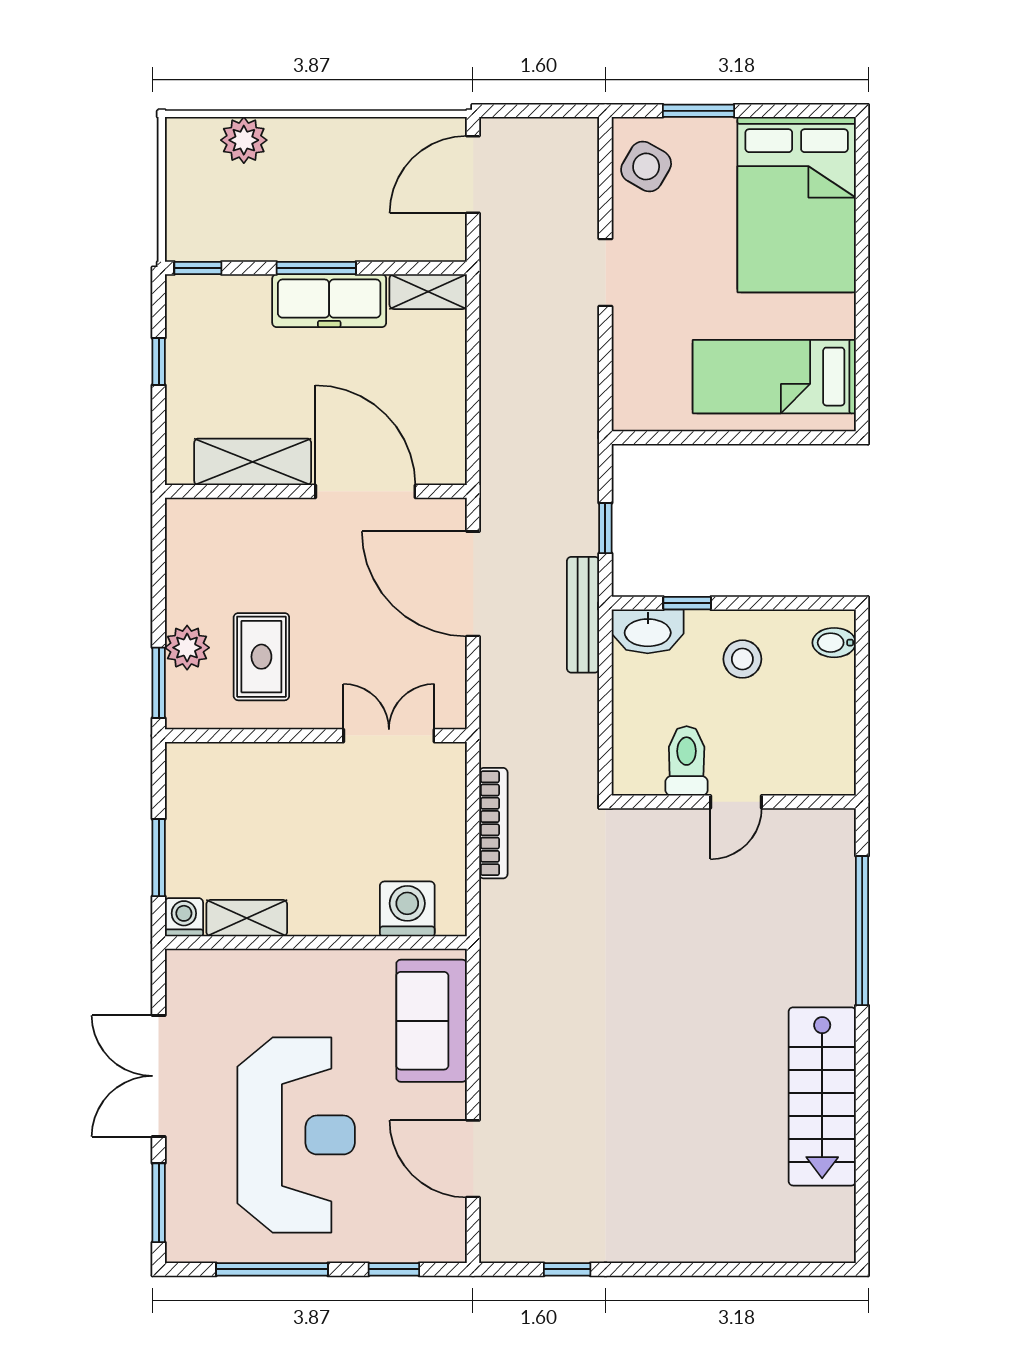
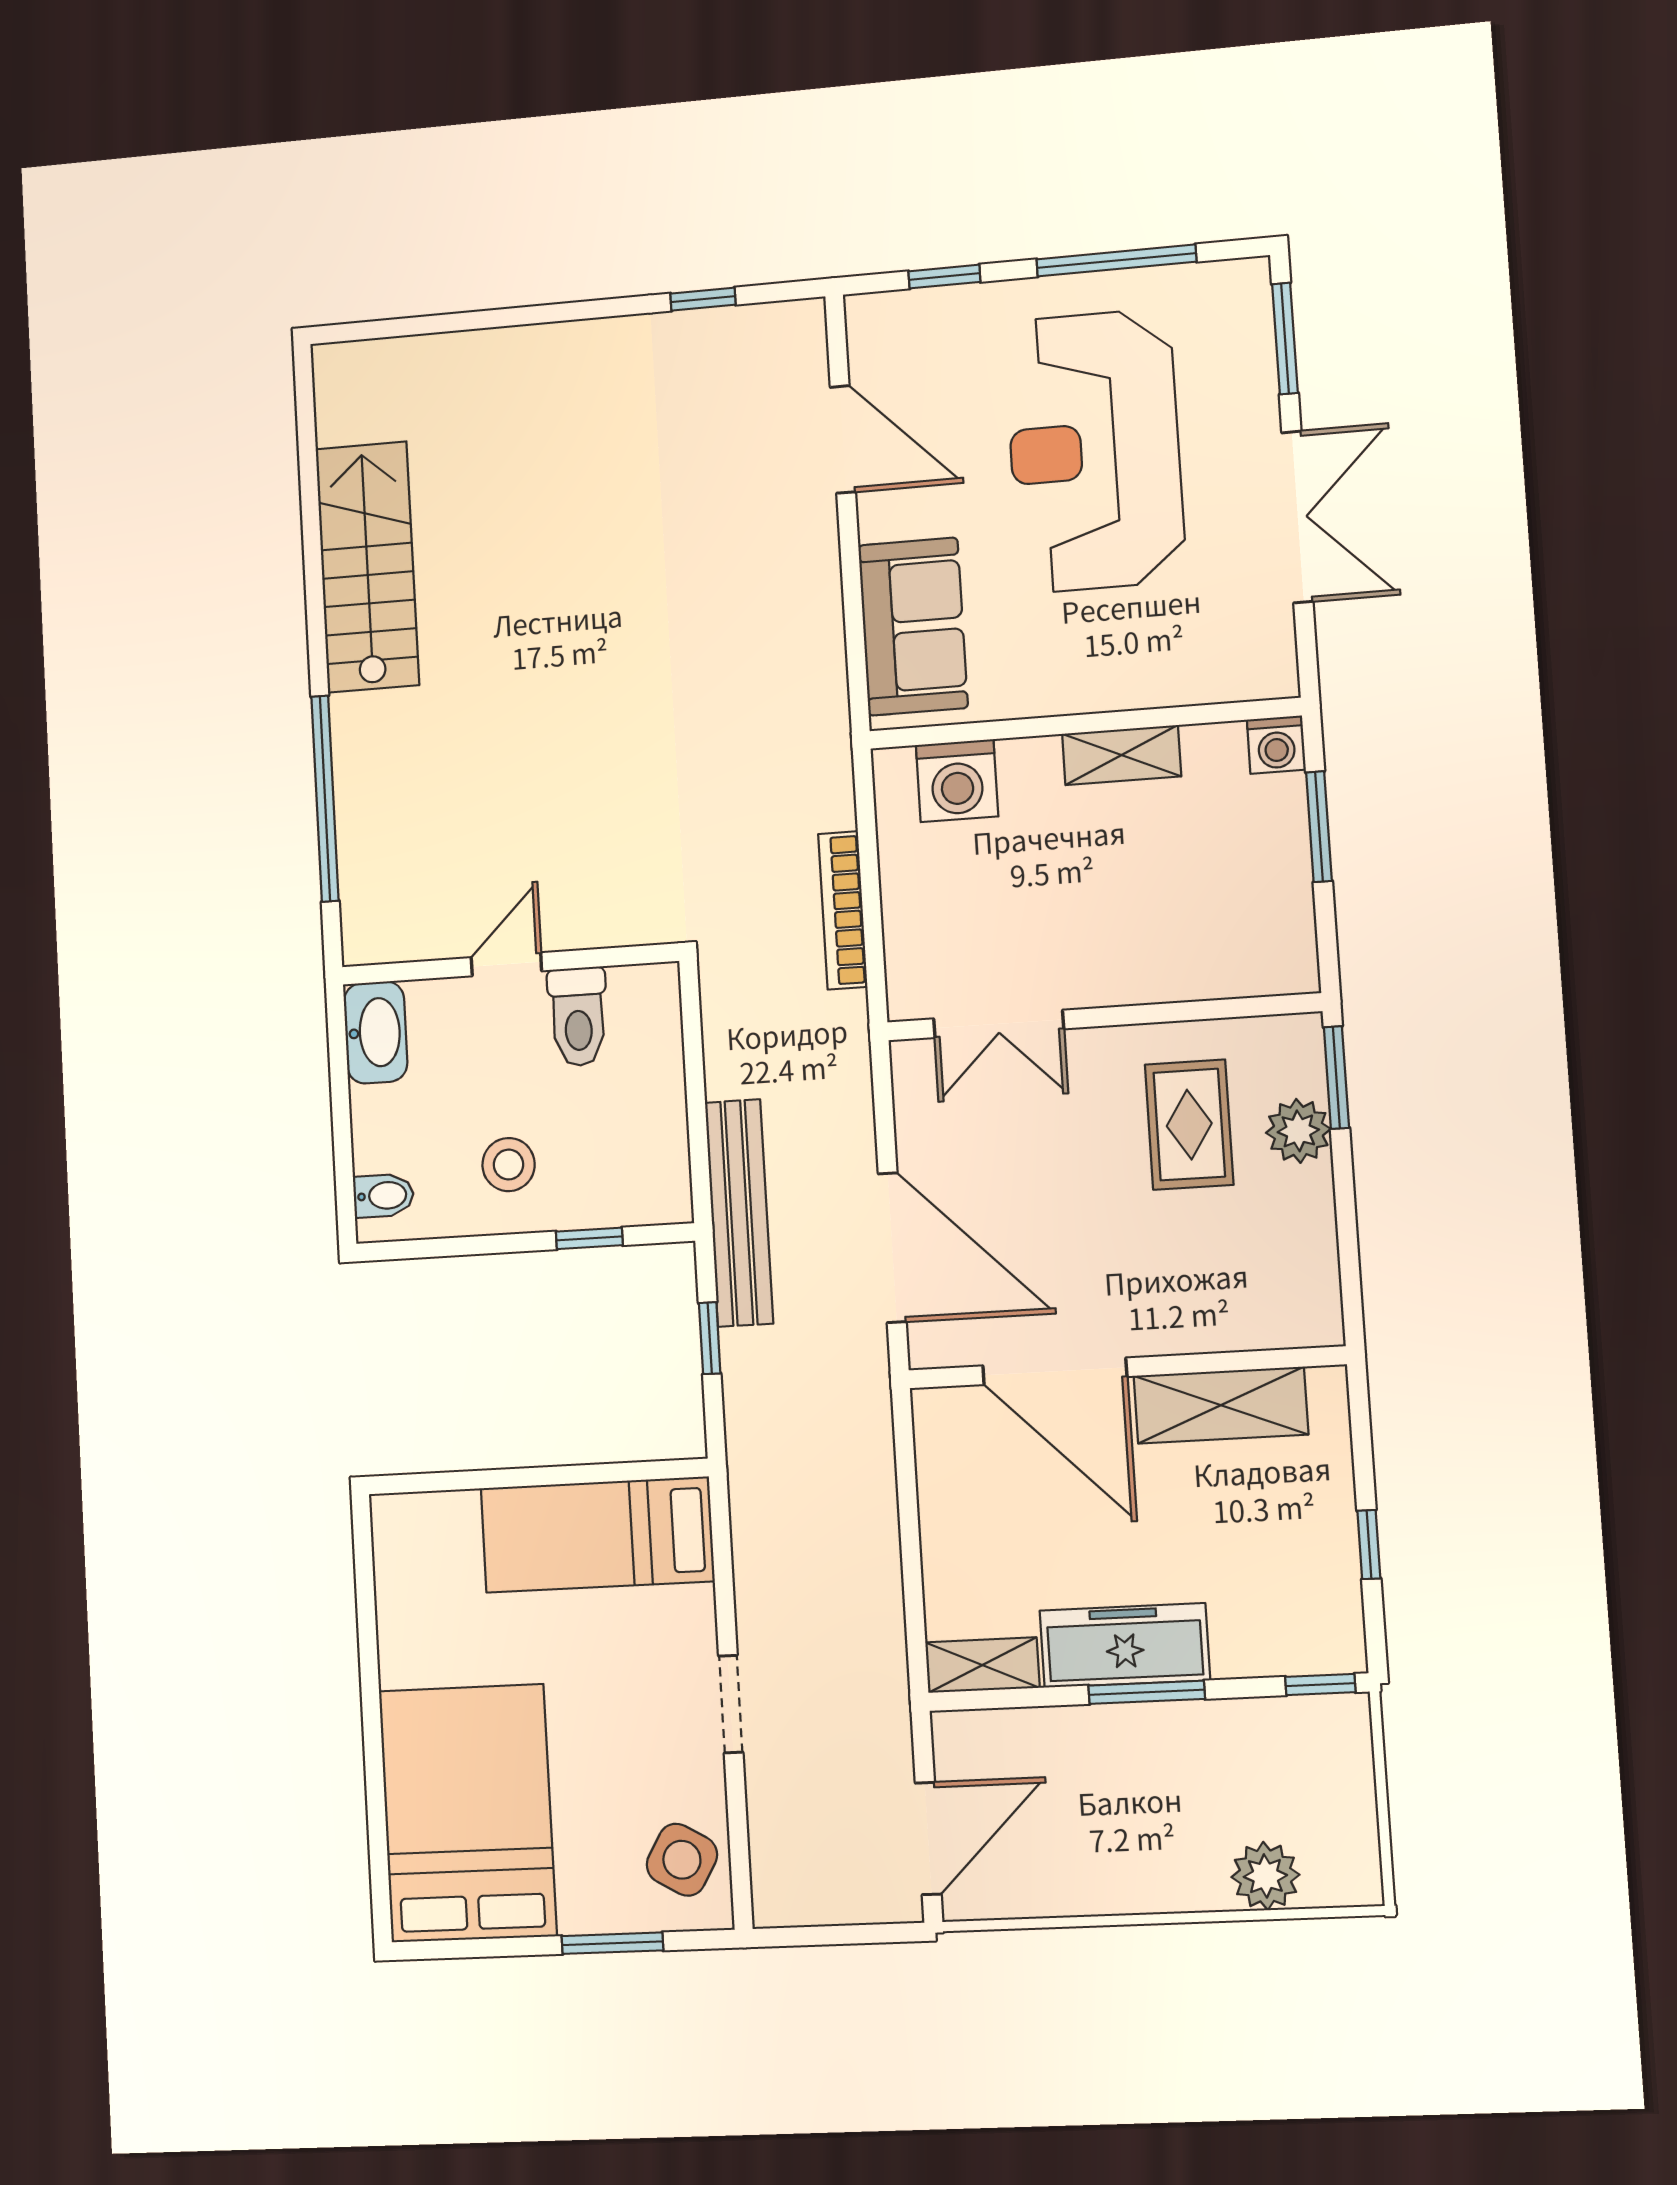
bed: (774, 377) -> (597, 1535), moved, turned 180
bench: (583, 615) -> (739, 1213), width x1.37, depth x1.21
washbasin: (648, 631) -> (376, 1032), moved, turned 90
shelving: (247, 918) -> (1122, 755), moved

